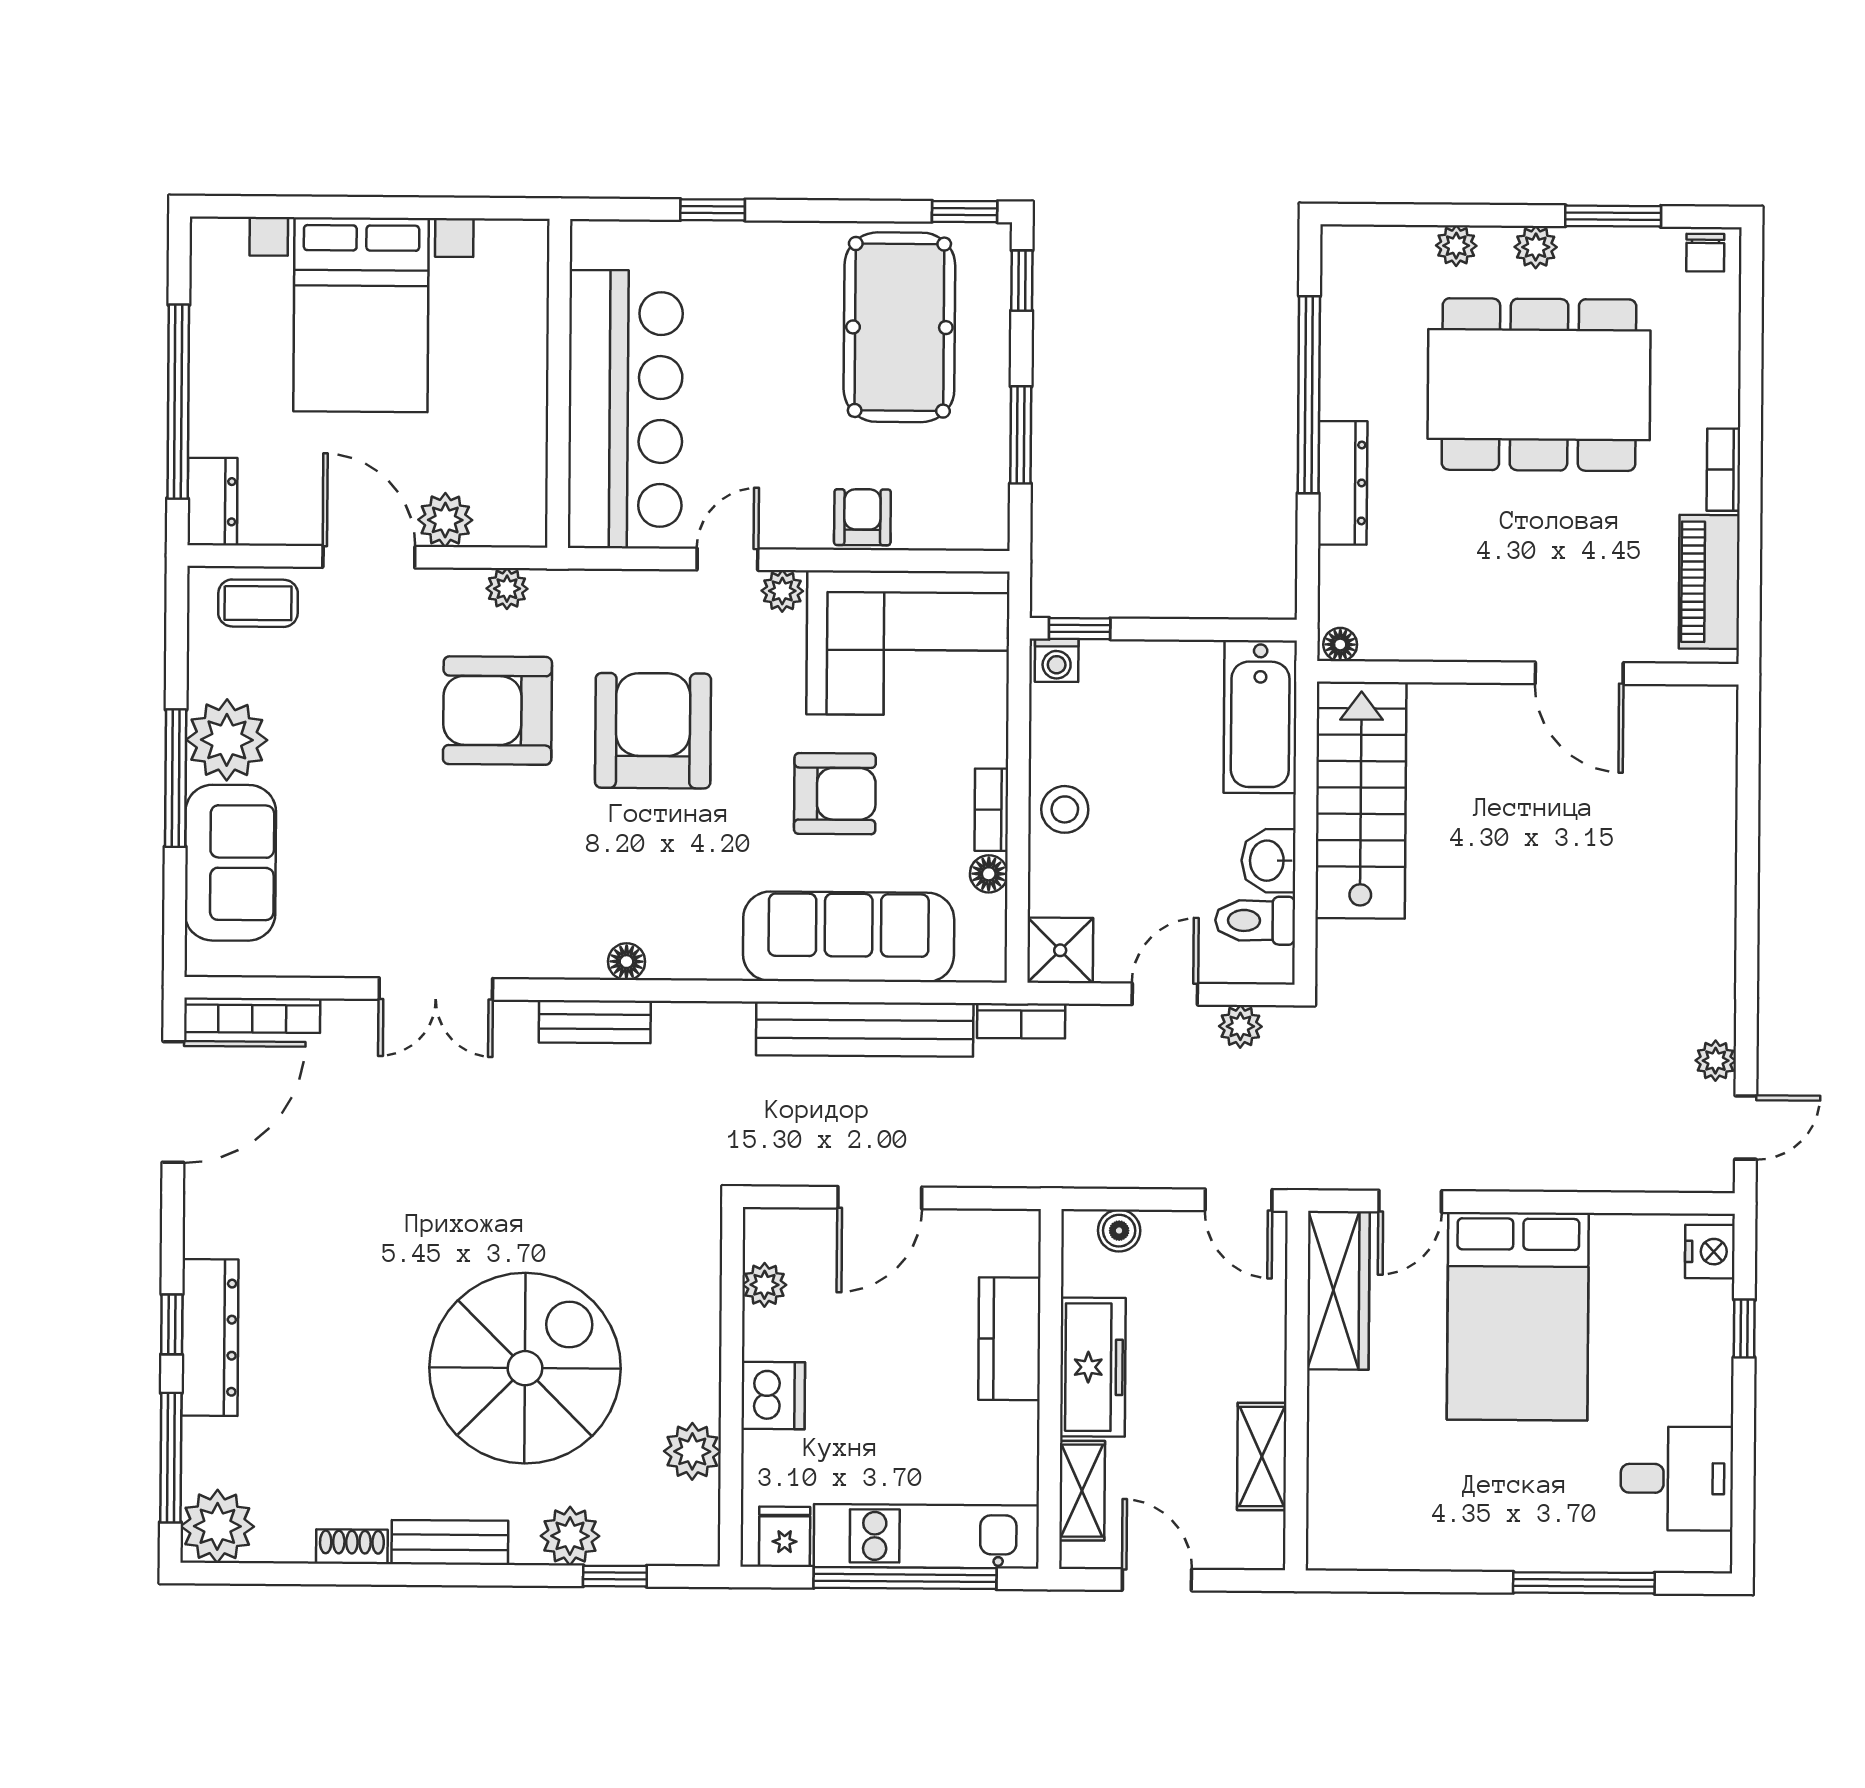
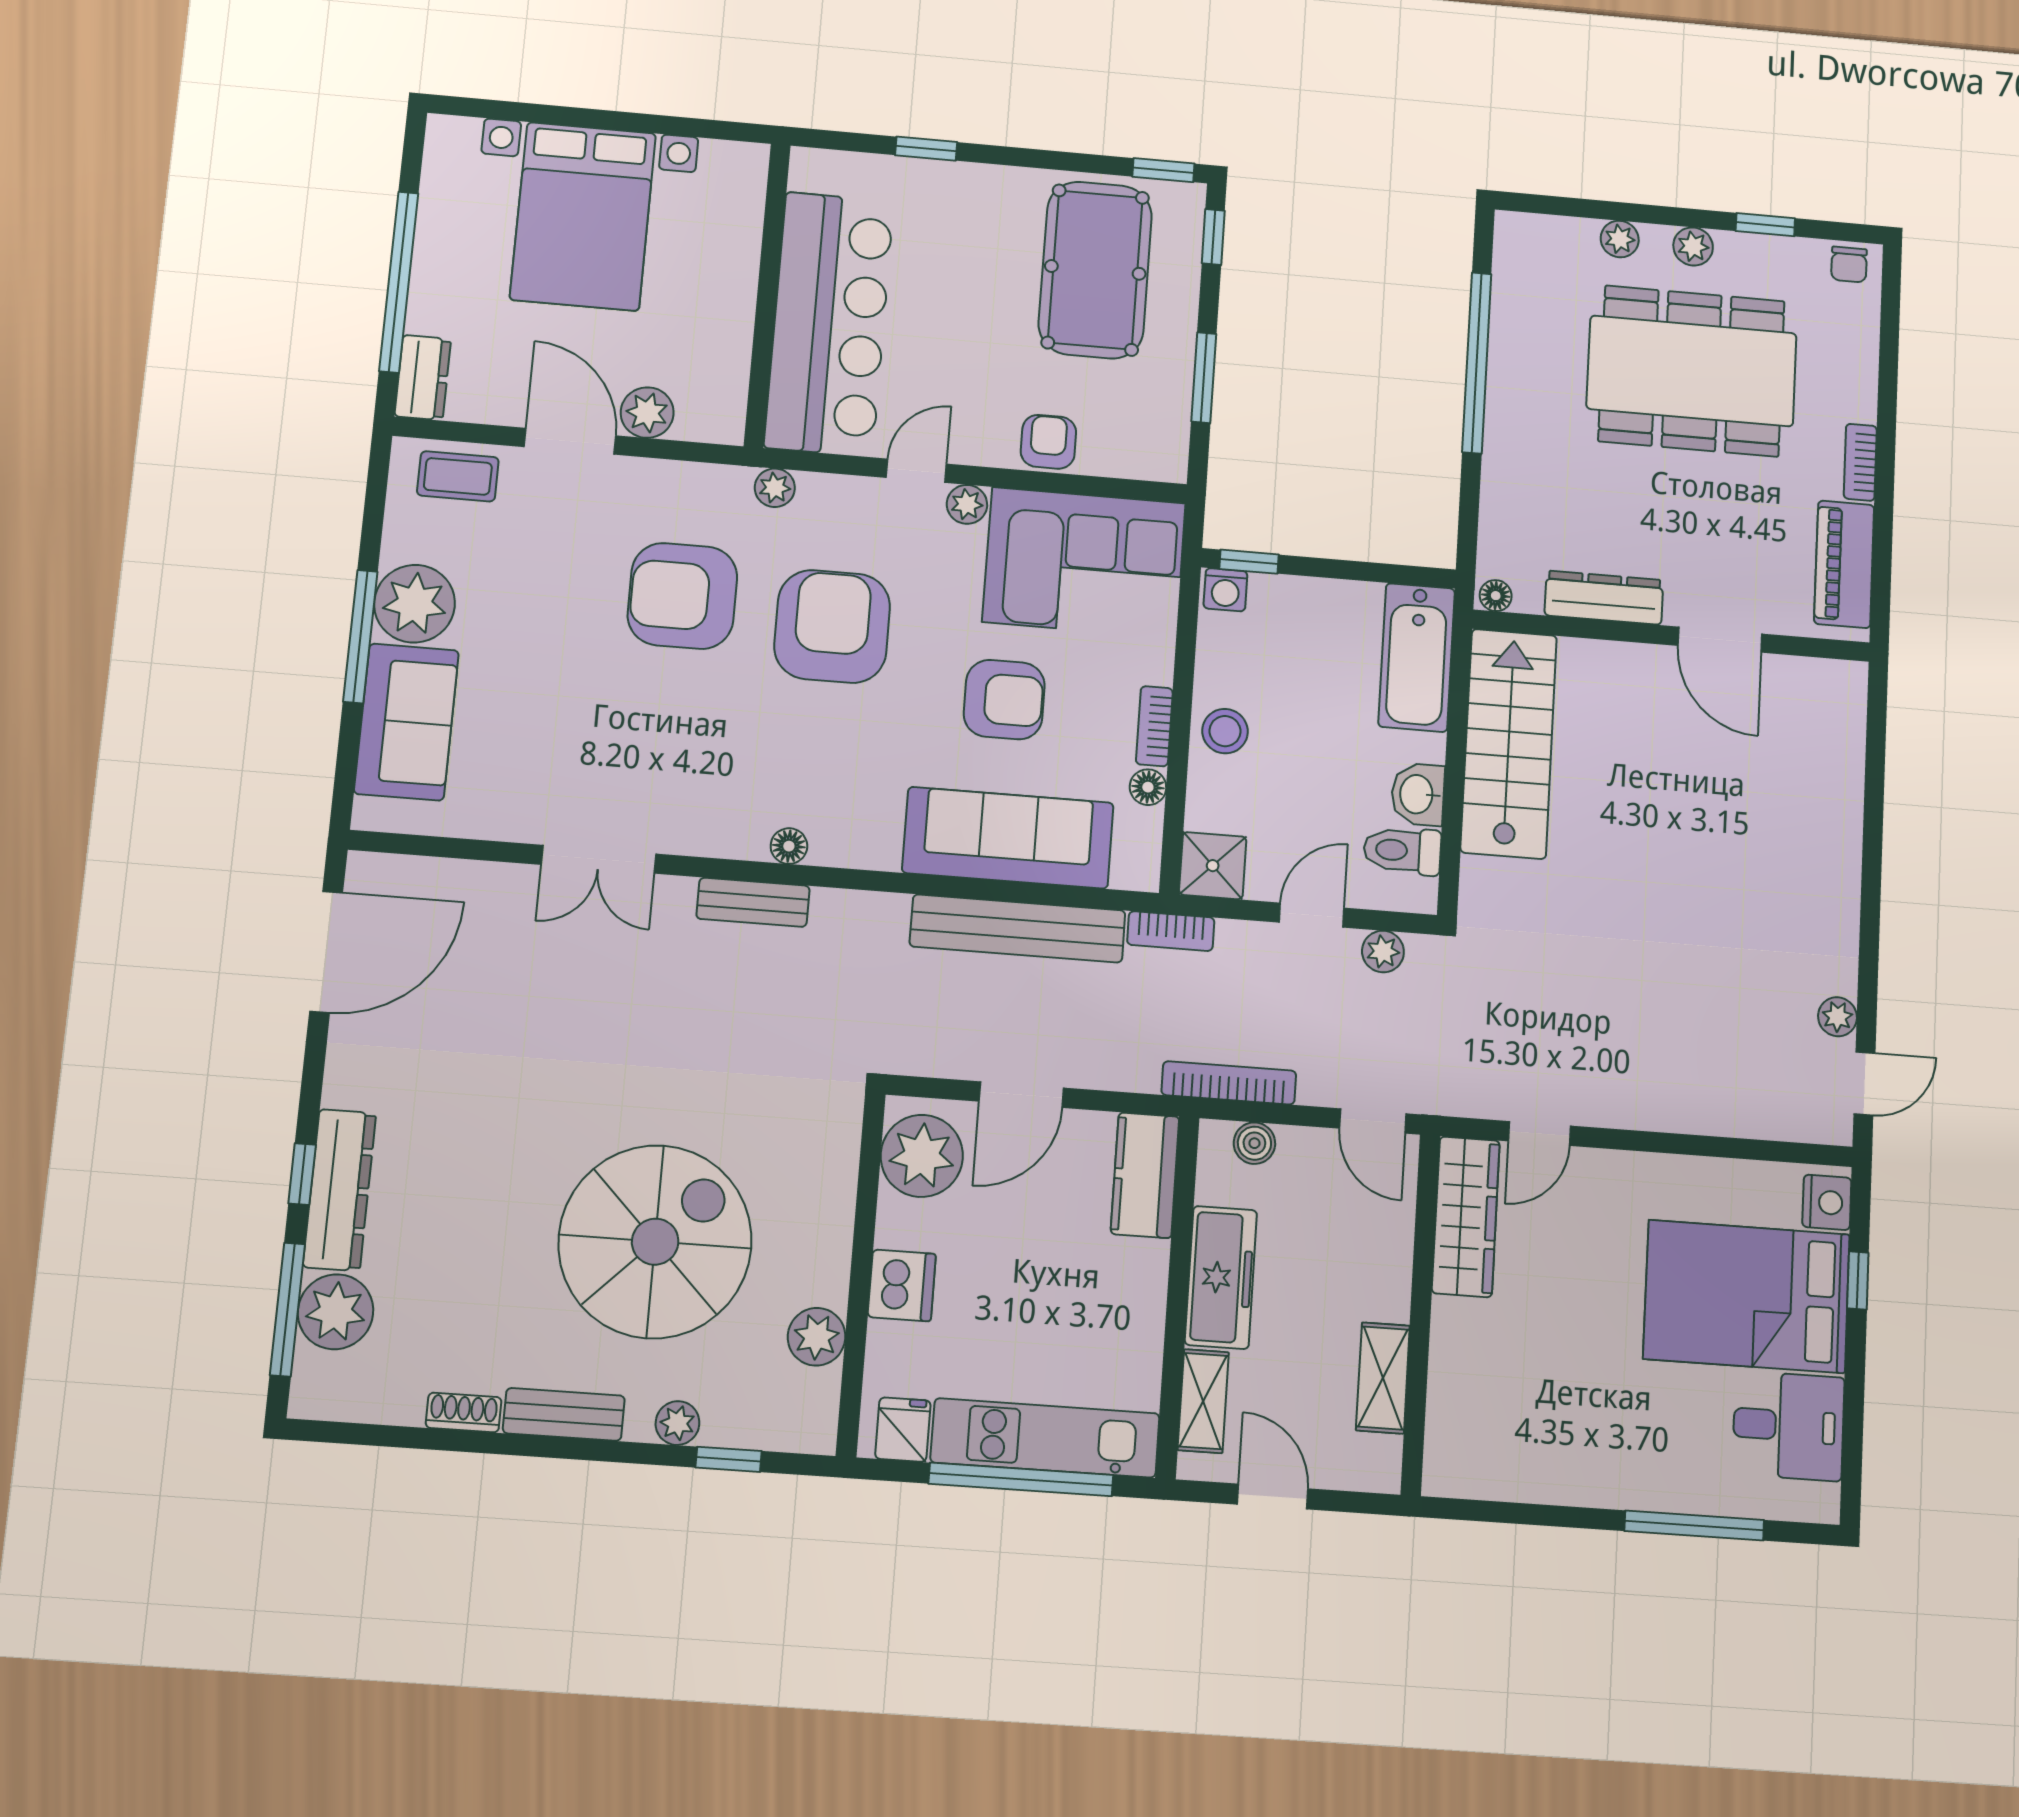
window: (1613, 216) -> (1765, 225), width x0.67
dresser: (1343, 483) -> (1604, 598), moved, turned -90
plant: (507, 589) -> (775, 488), moved
bookcase: (252, 1015) -> (1229, 1083), moved, turned 180
plant: (764, 1285) -> (922, 1156), width x1.87, depth x1.87
bed: (1518, 1316) -> (1747, 1297), moved, turned 90
kitchen counter: (1009, 1339) -> (1145, 1175), moved
plant: (217, 1526) -> (336, 1312), moved
plant: (570, 1536) -> (677, 1423), width x0.73, depth x0.73

